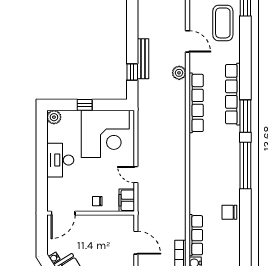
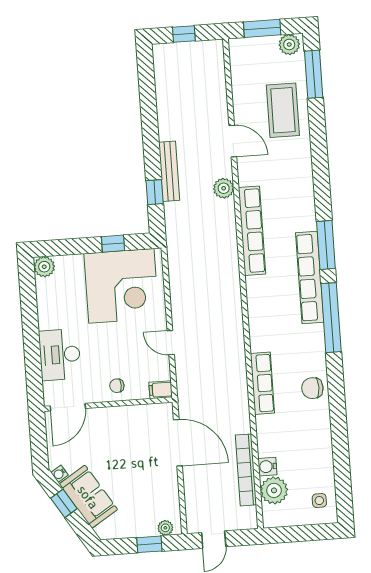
row of seats: (233, 94) -> (310, 277), moved
window: (85, 105) -> (113, 244), moved
desk: (60, 160) -> (60, 355), moved
filing cabinet: (127, 200) -> (161, 390), width x0.50
row of seats: (196, 235) -> (262, 383), moved
door: (136, 243) -> (178, 443), width x1.36

